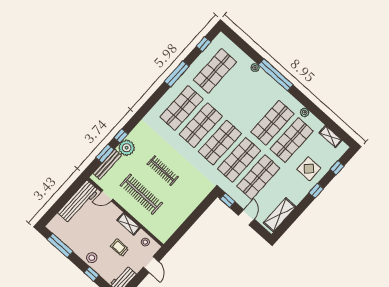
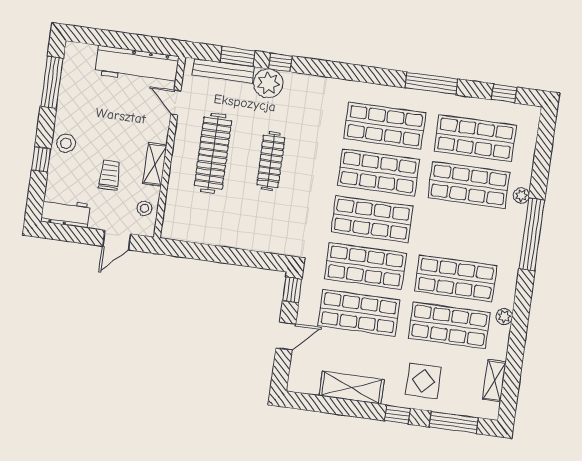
shop shelf: (234, 88) -> (469, 185), added
window: (337, 168) -> (454, 422), width x2.17
shelving: (280, 215) -> (352, 388), moved

